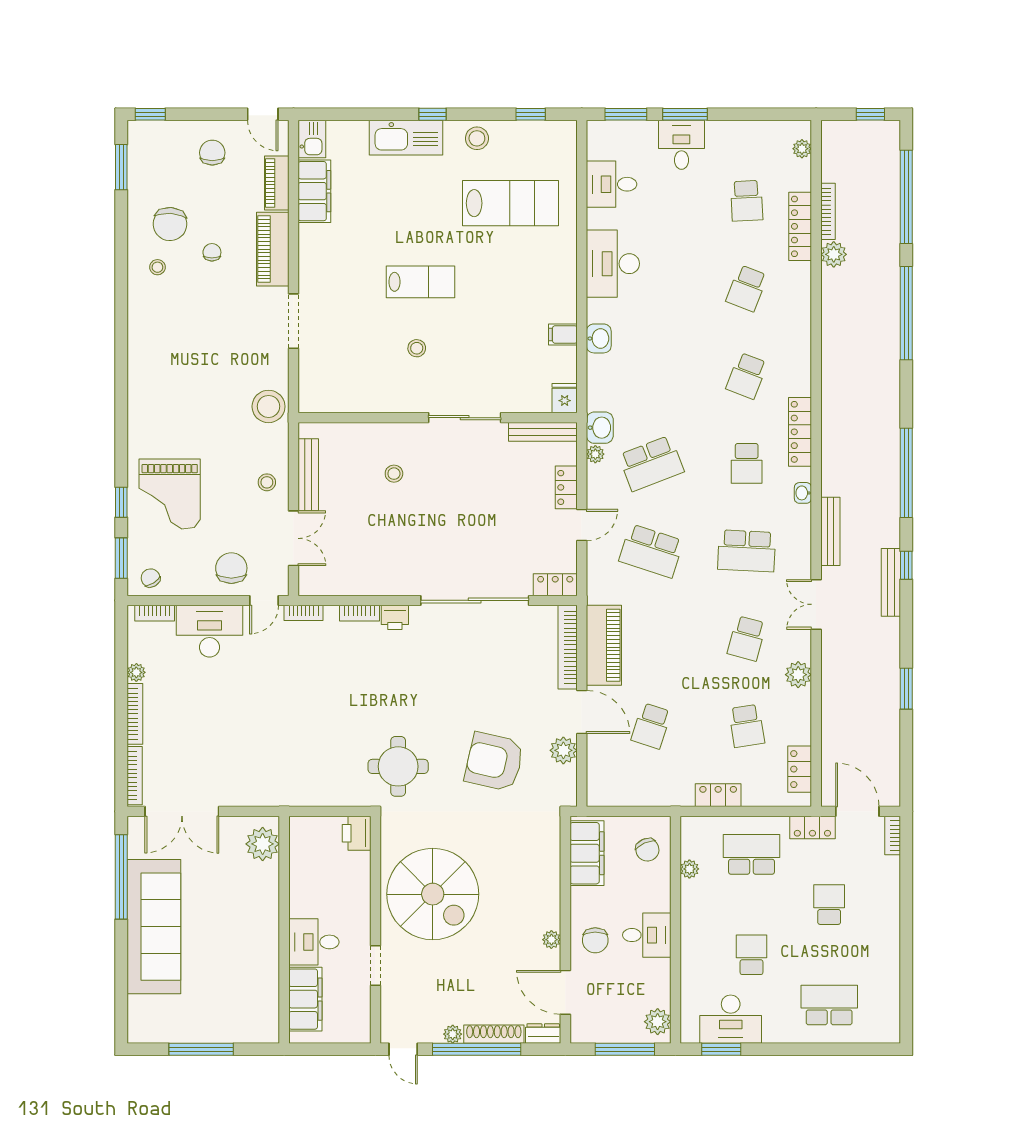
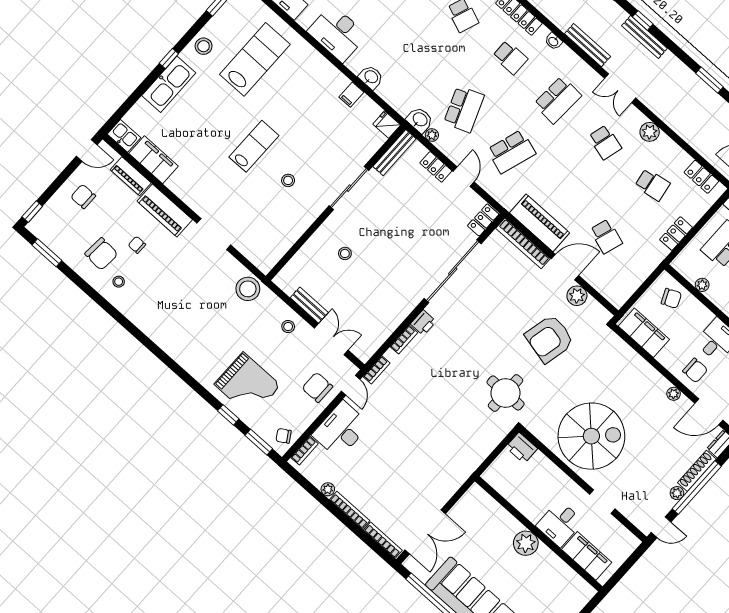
bench: (308, 475) -> (309, 305), width x0.73
plant: (263, 844) -> (526, 543), moved

